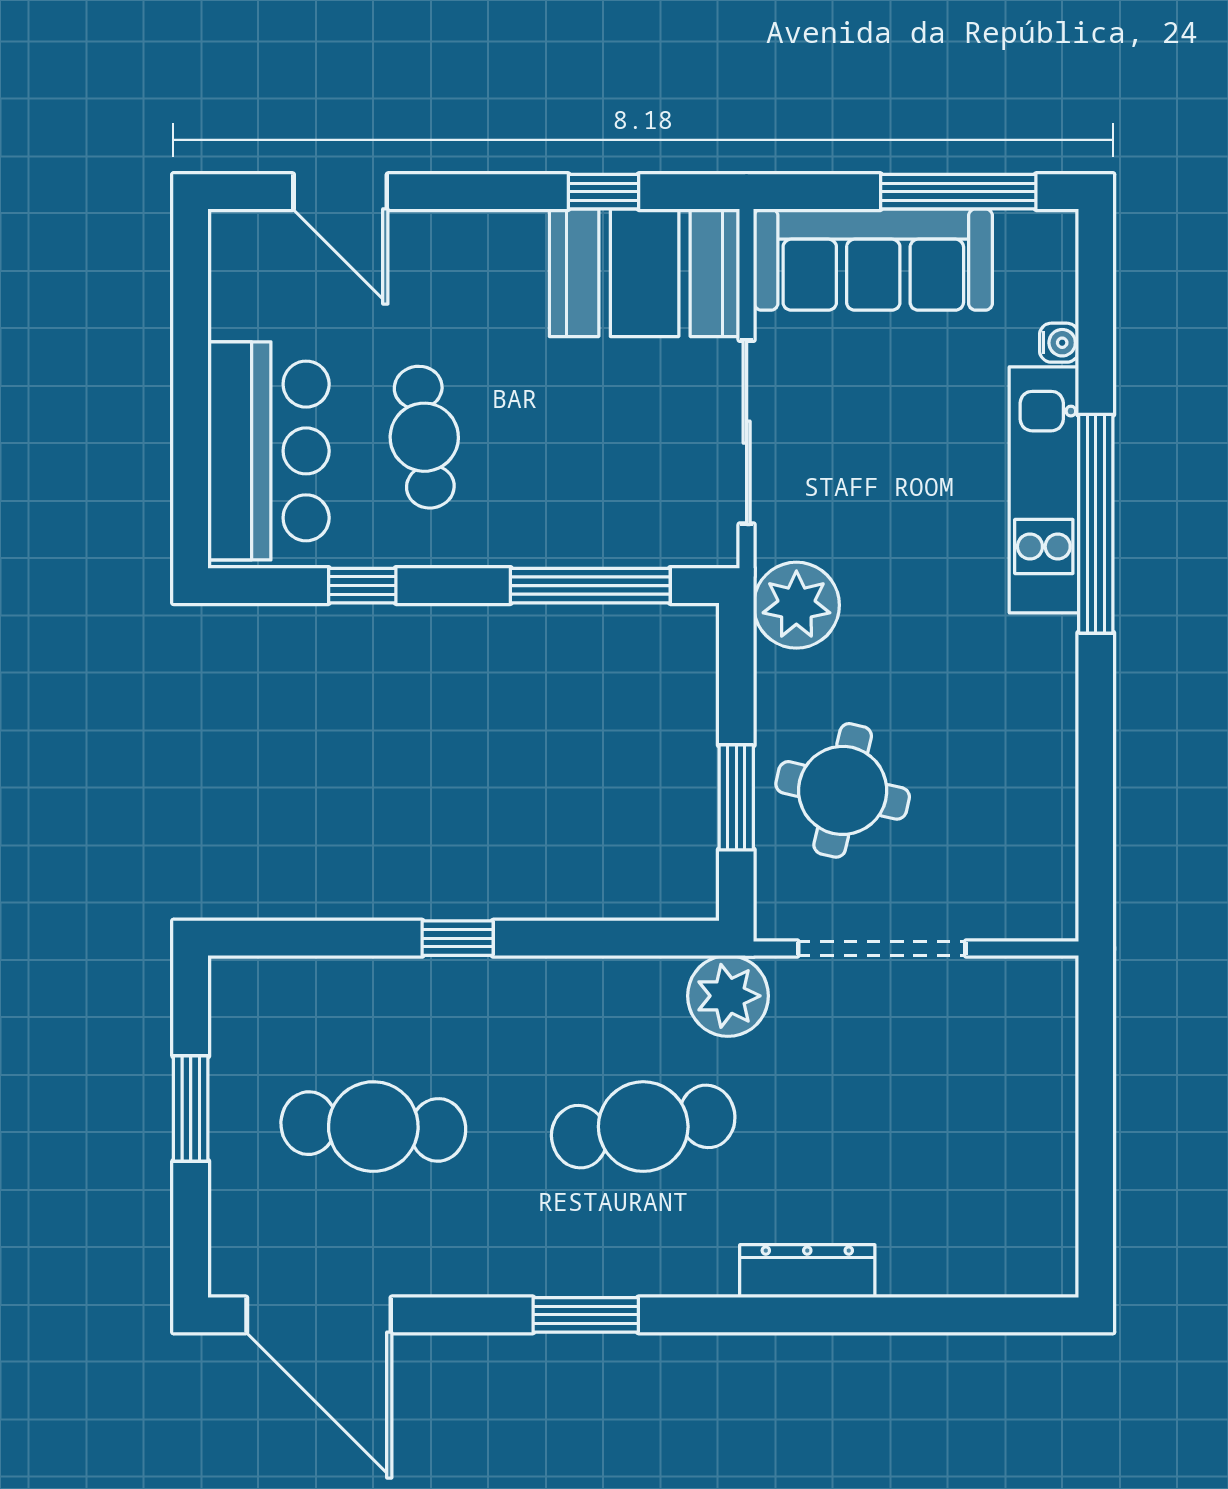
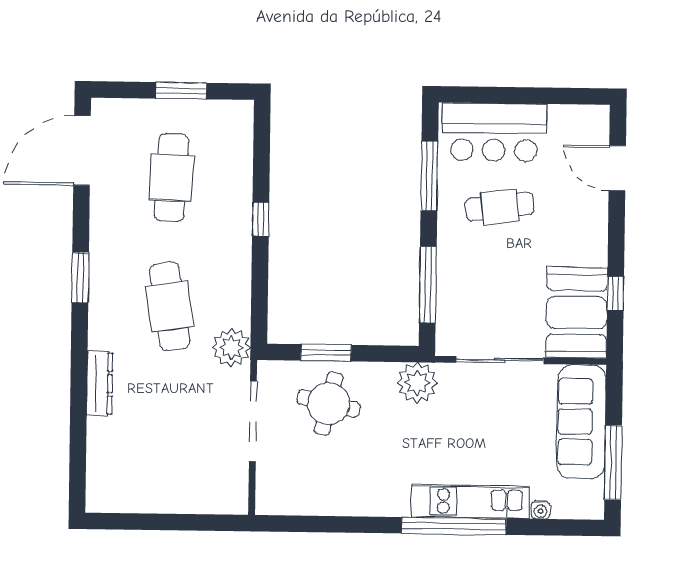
door: (340, 192) -> (617, 168), hinge flipped
window: (362, 586) -> (429, 176), width x2.17

